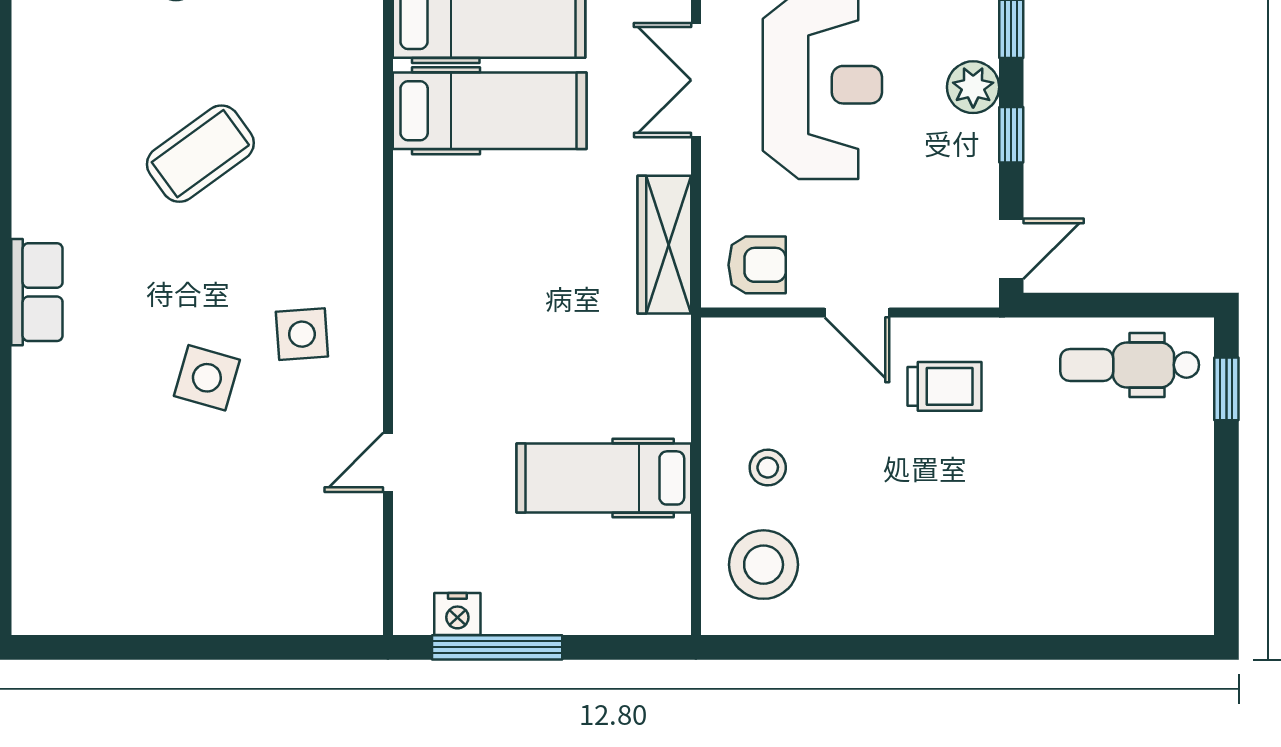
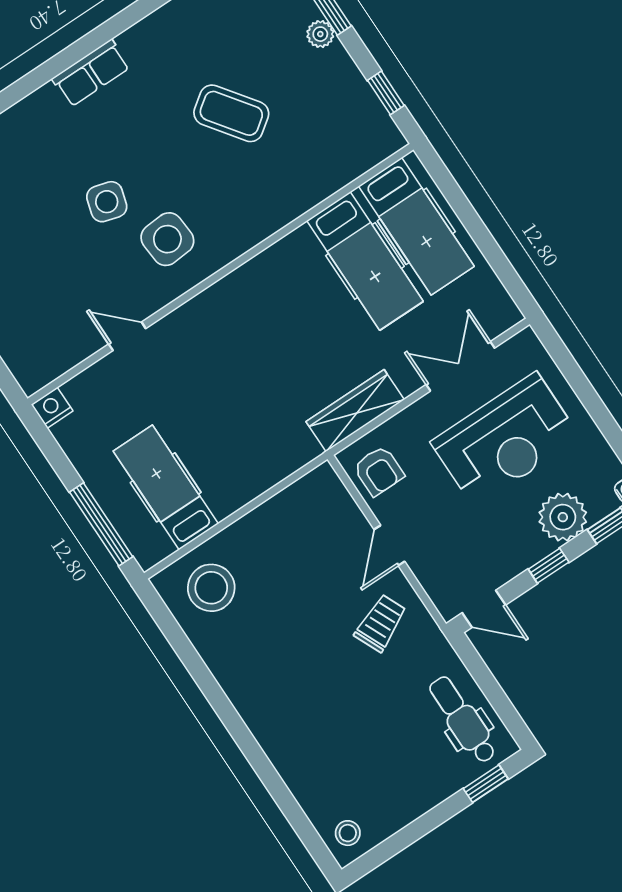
plant: (973, 87) -> (563, 517), width x1.36, depth x1.36
side table: (302, 334) -> (167, 239), width x1.37, depth x1.37
trolley: (944, 386) -> (381, 623), turned -114
stool: (768, 468) -> (348, 833), moved
hospital bed: (604, 478) -> (166, 487), moved
nightstand: (457, 614) -> (52, 408), moved, turned 90
window: (497, 647) -> (101, 524), moved

